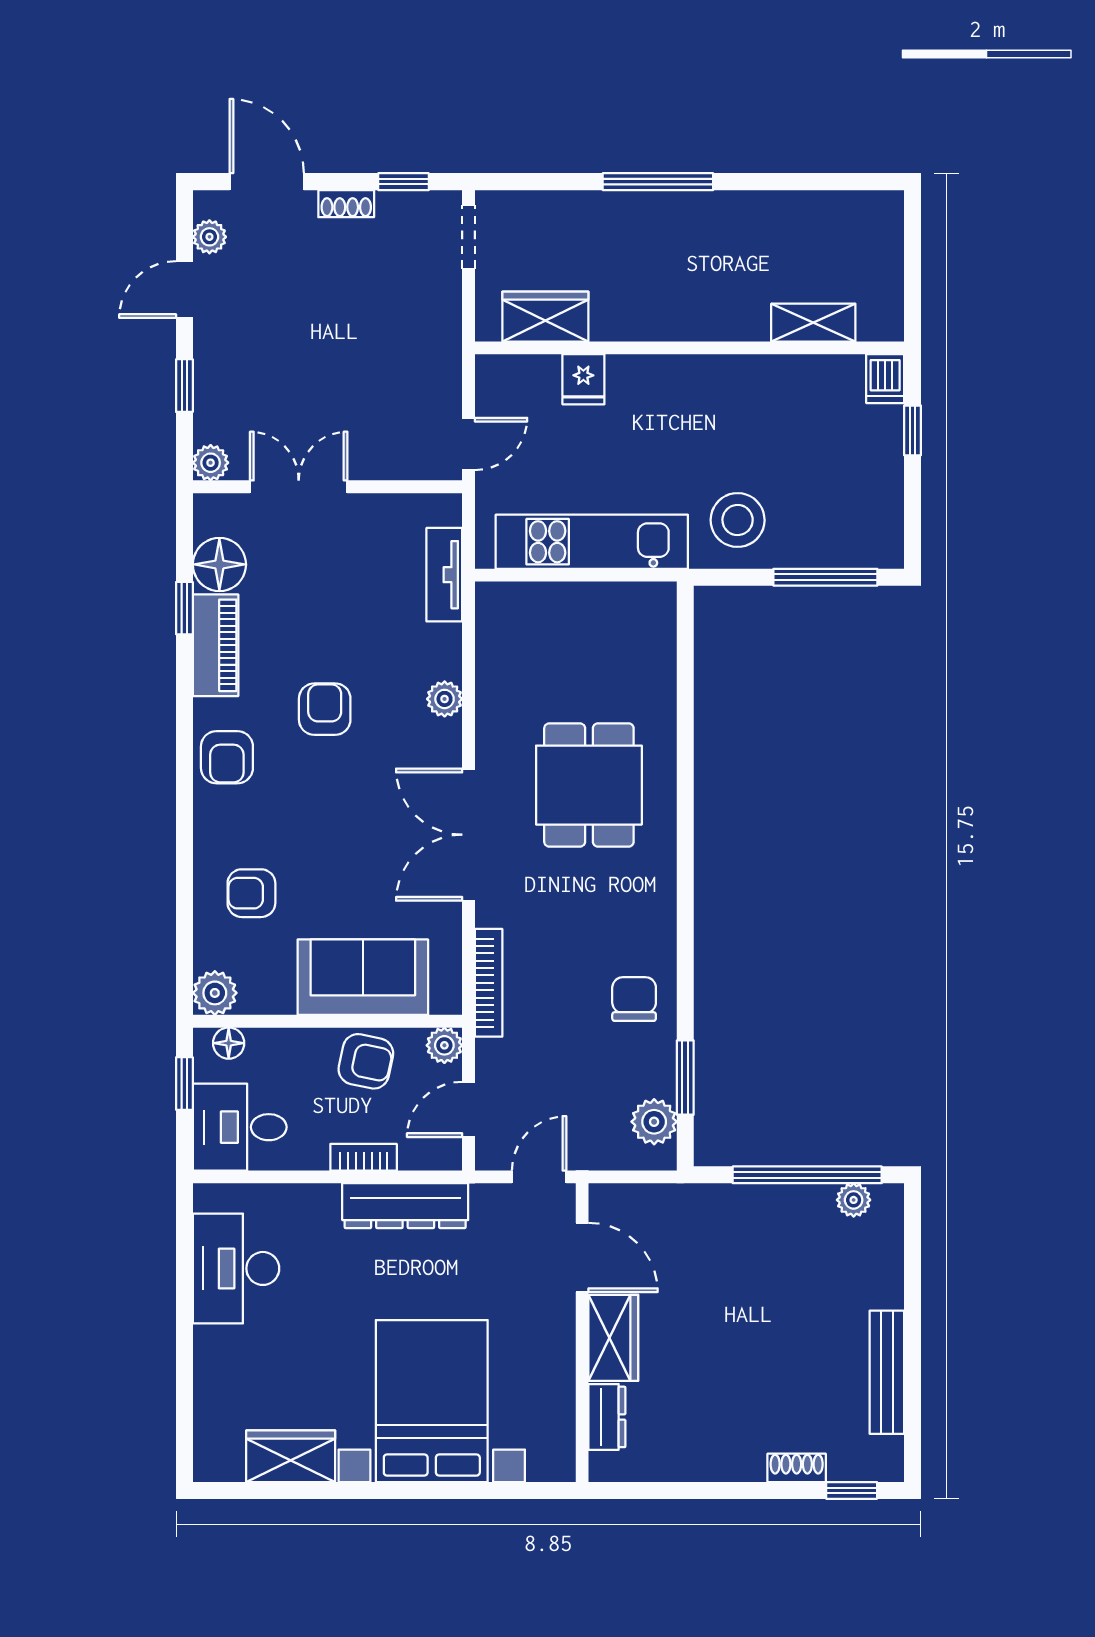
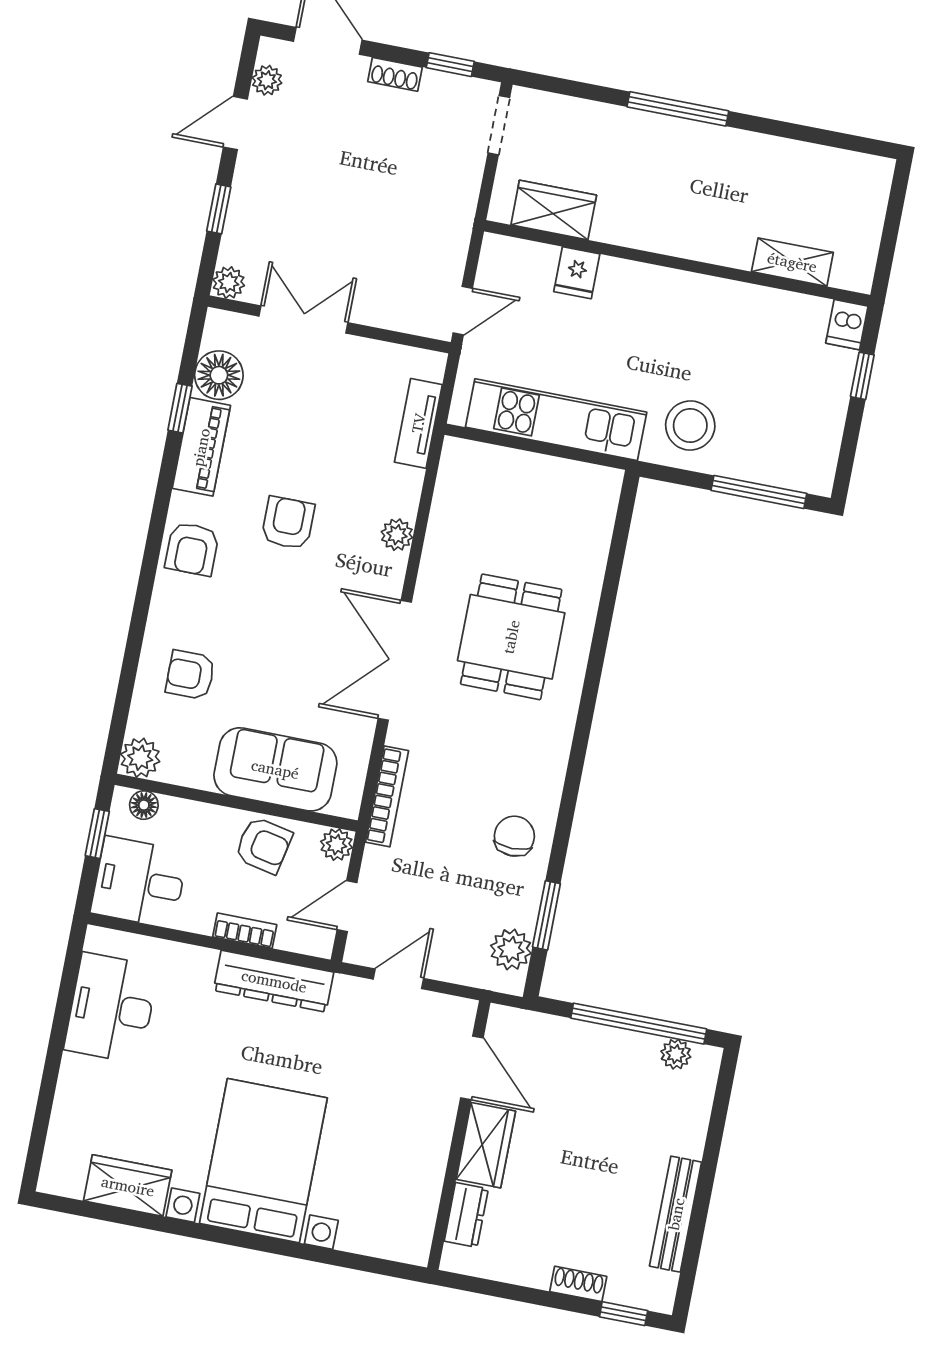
door: (582, 1257) -> (472, 1068), moved
wall: (582, 1333) -> (459, 1135), moved
wardrobe: (613, 1338) -> (486, 1145), moved
dresser: (607, 1417) -> (466, 1215), moved

